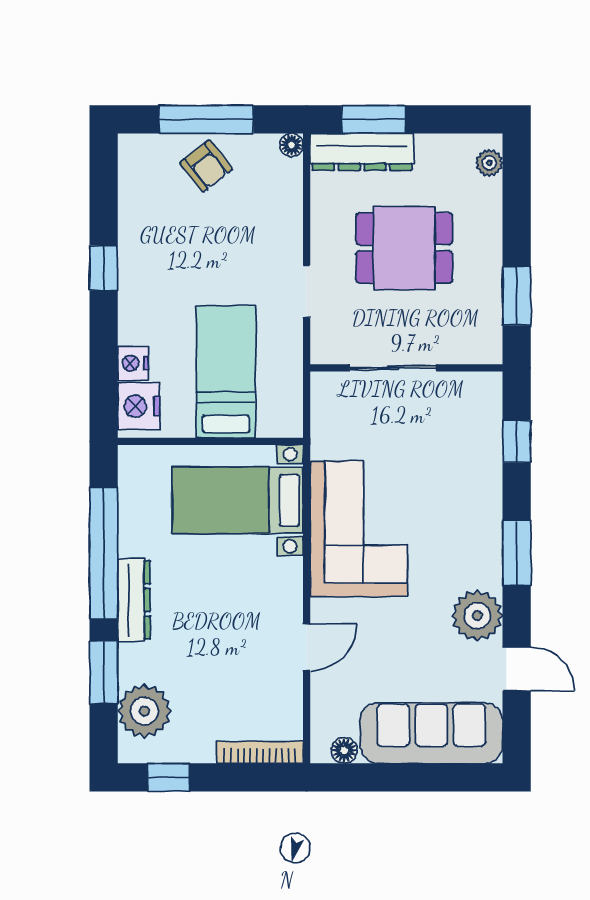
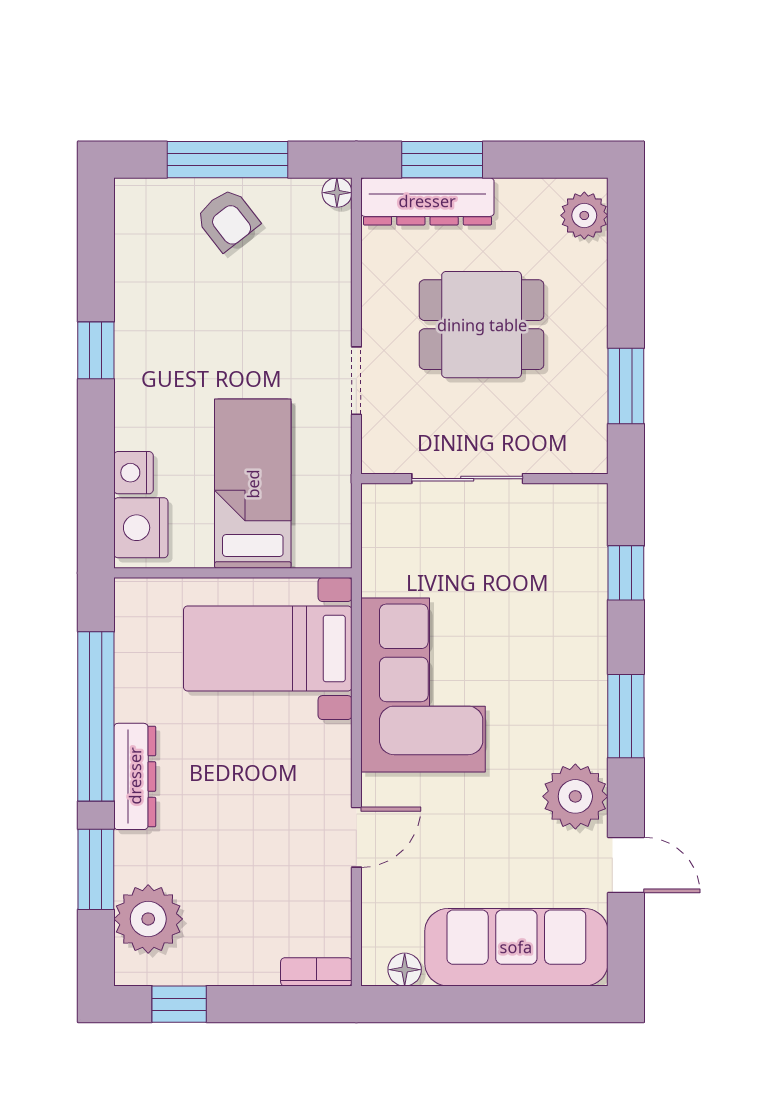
plant: (489, 163) -> (584, 215), width x1.38, depth x1.38
bookcase: (260, 752) -> (316, 972), width x0.64

